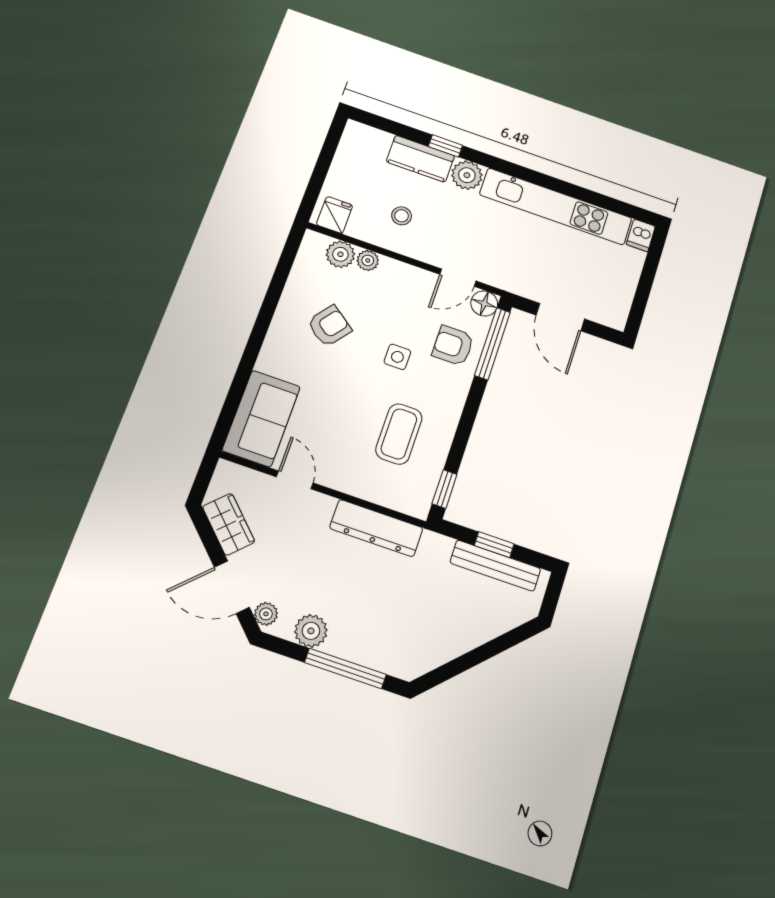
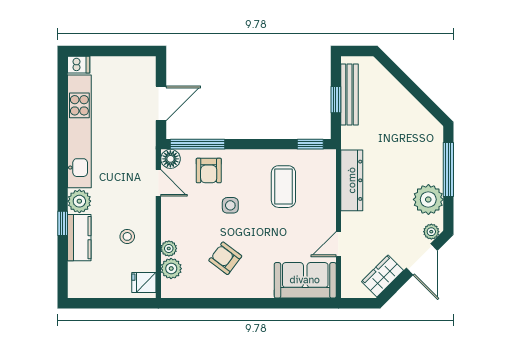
coffee table: (399, 434) -> (283, 187), turned 90
plant: (311, 631) -> (428, 199), width x1.36, depth x1.36

